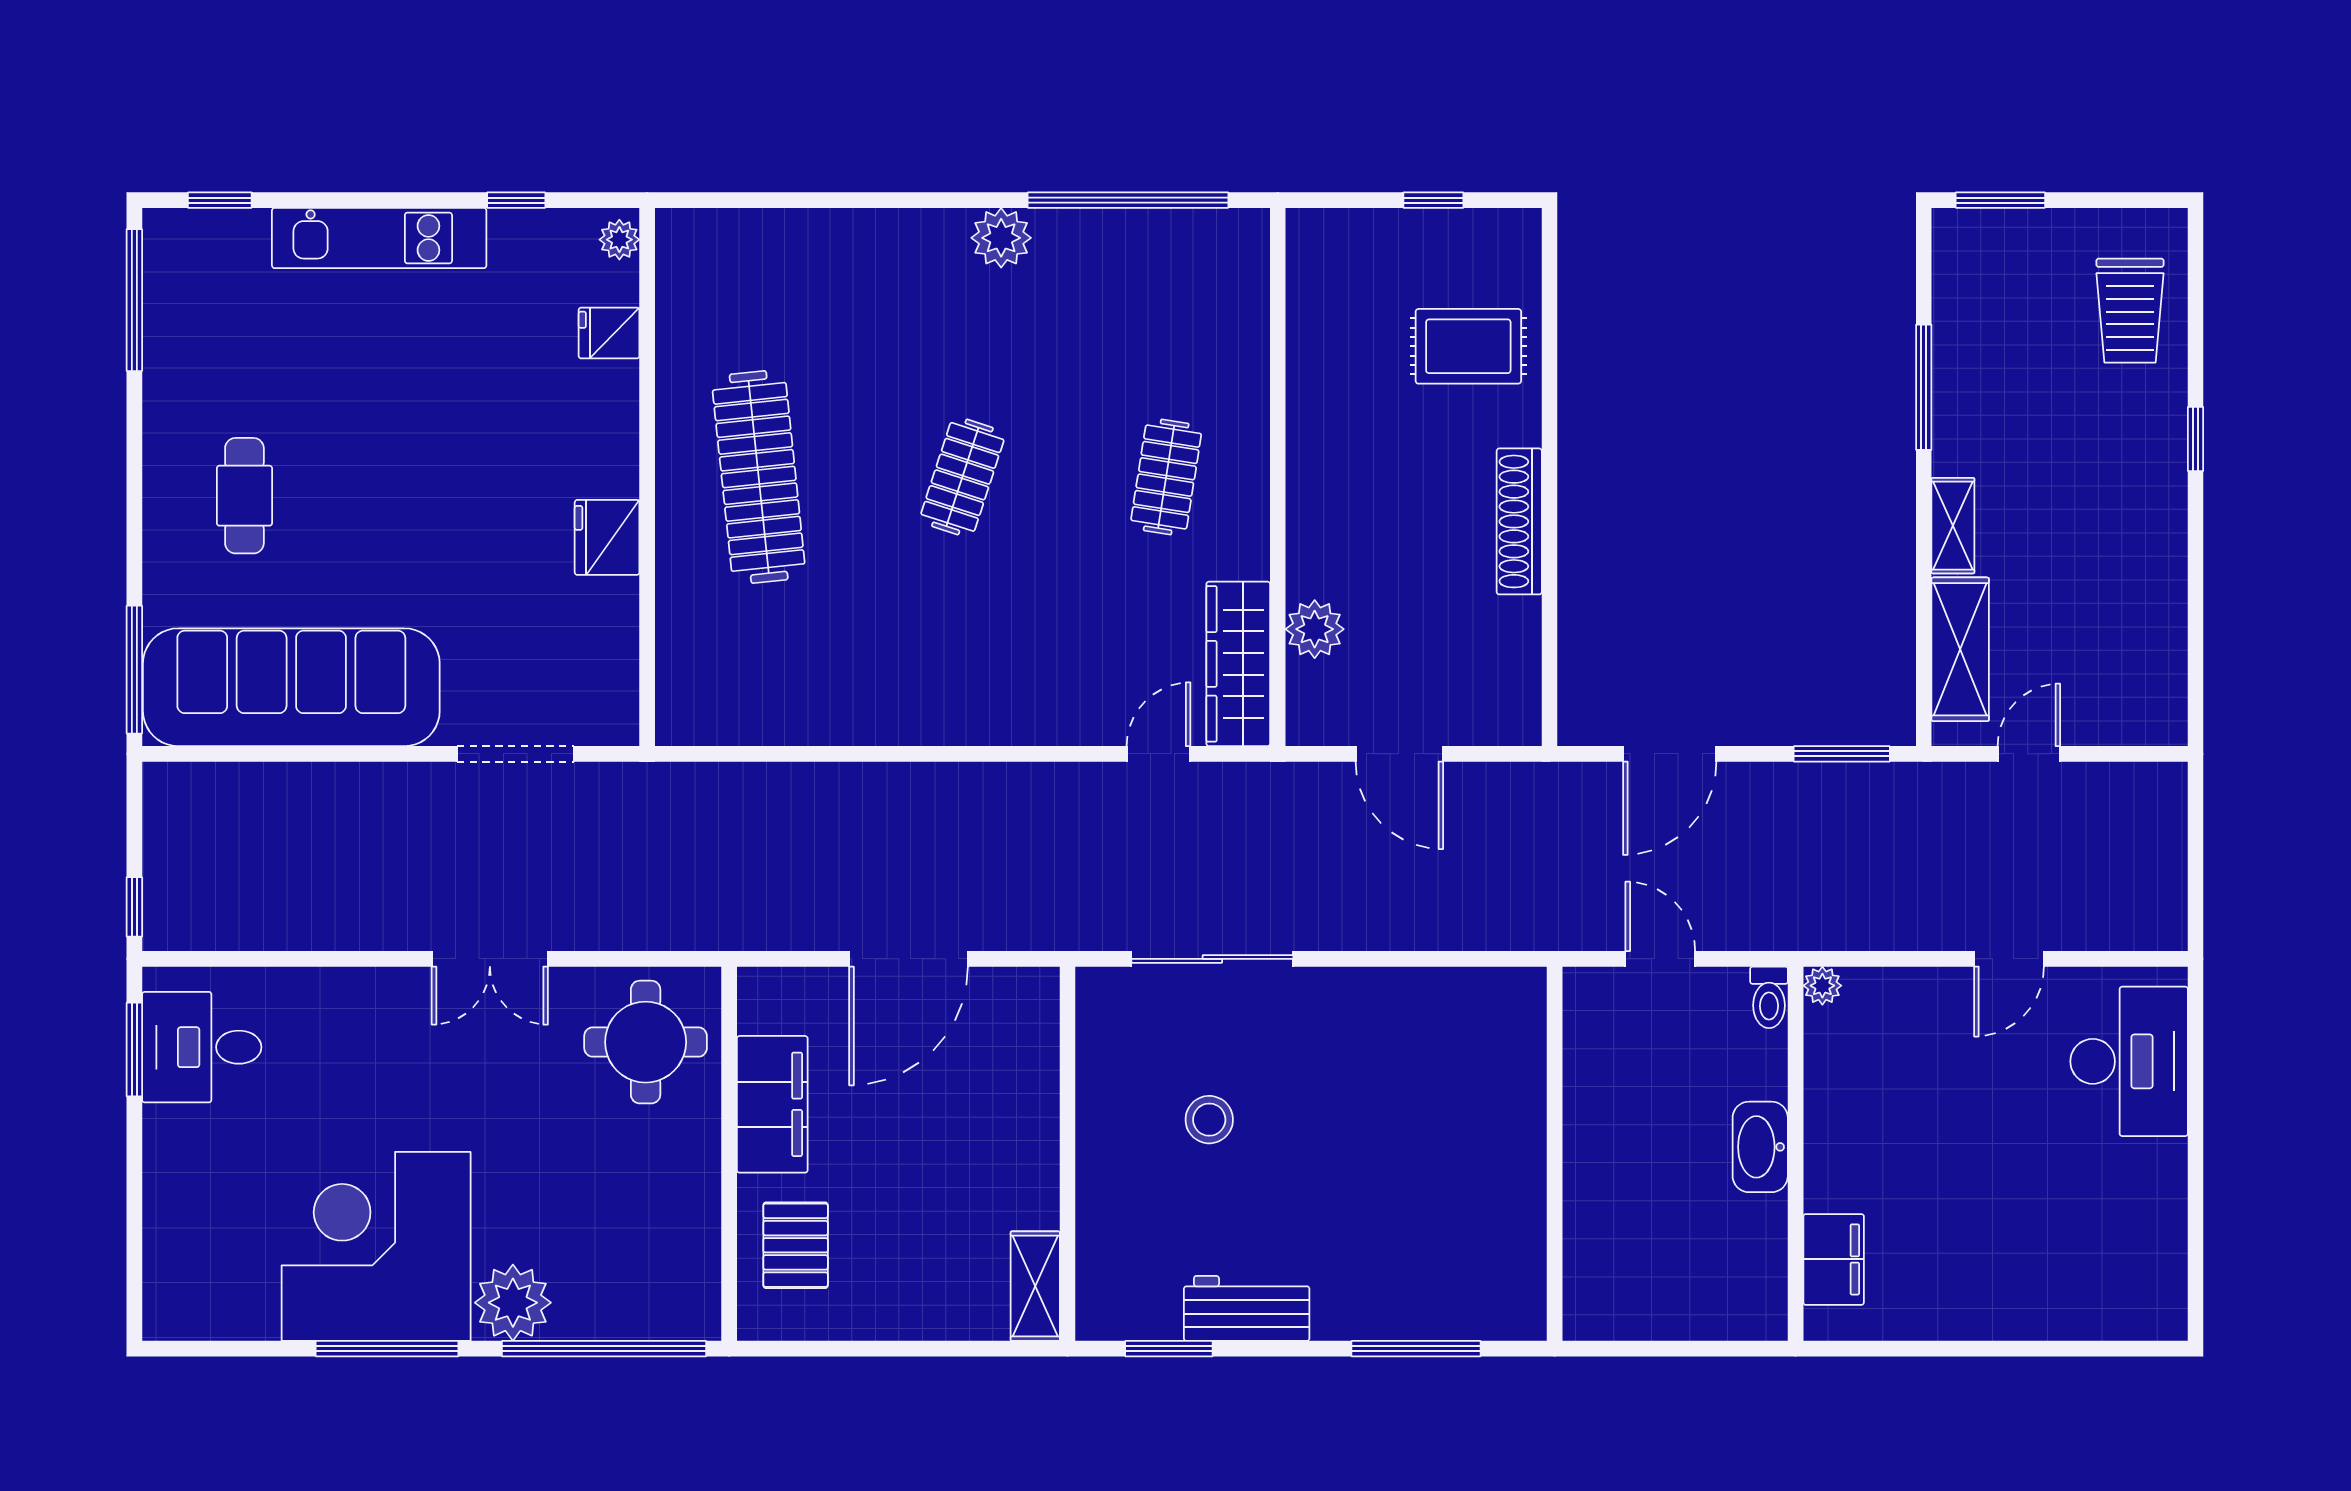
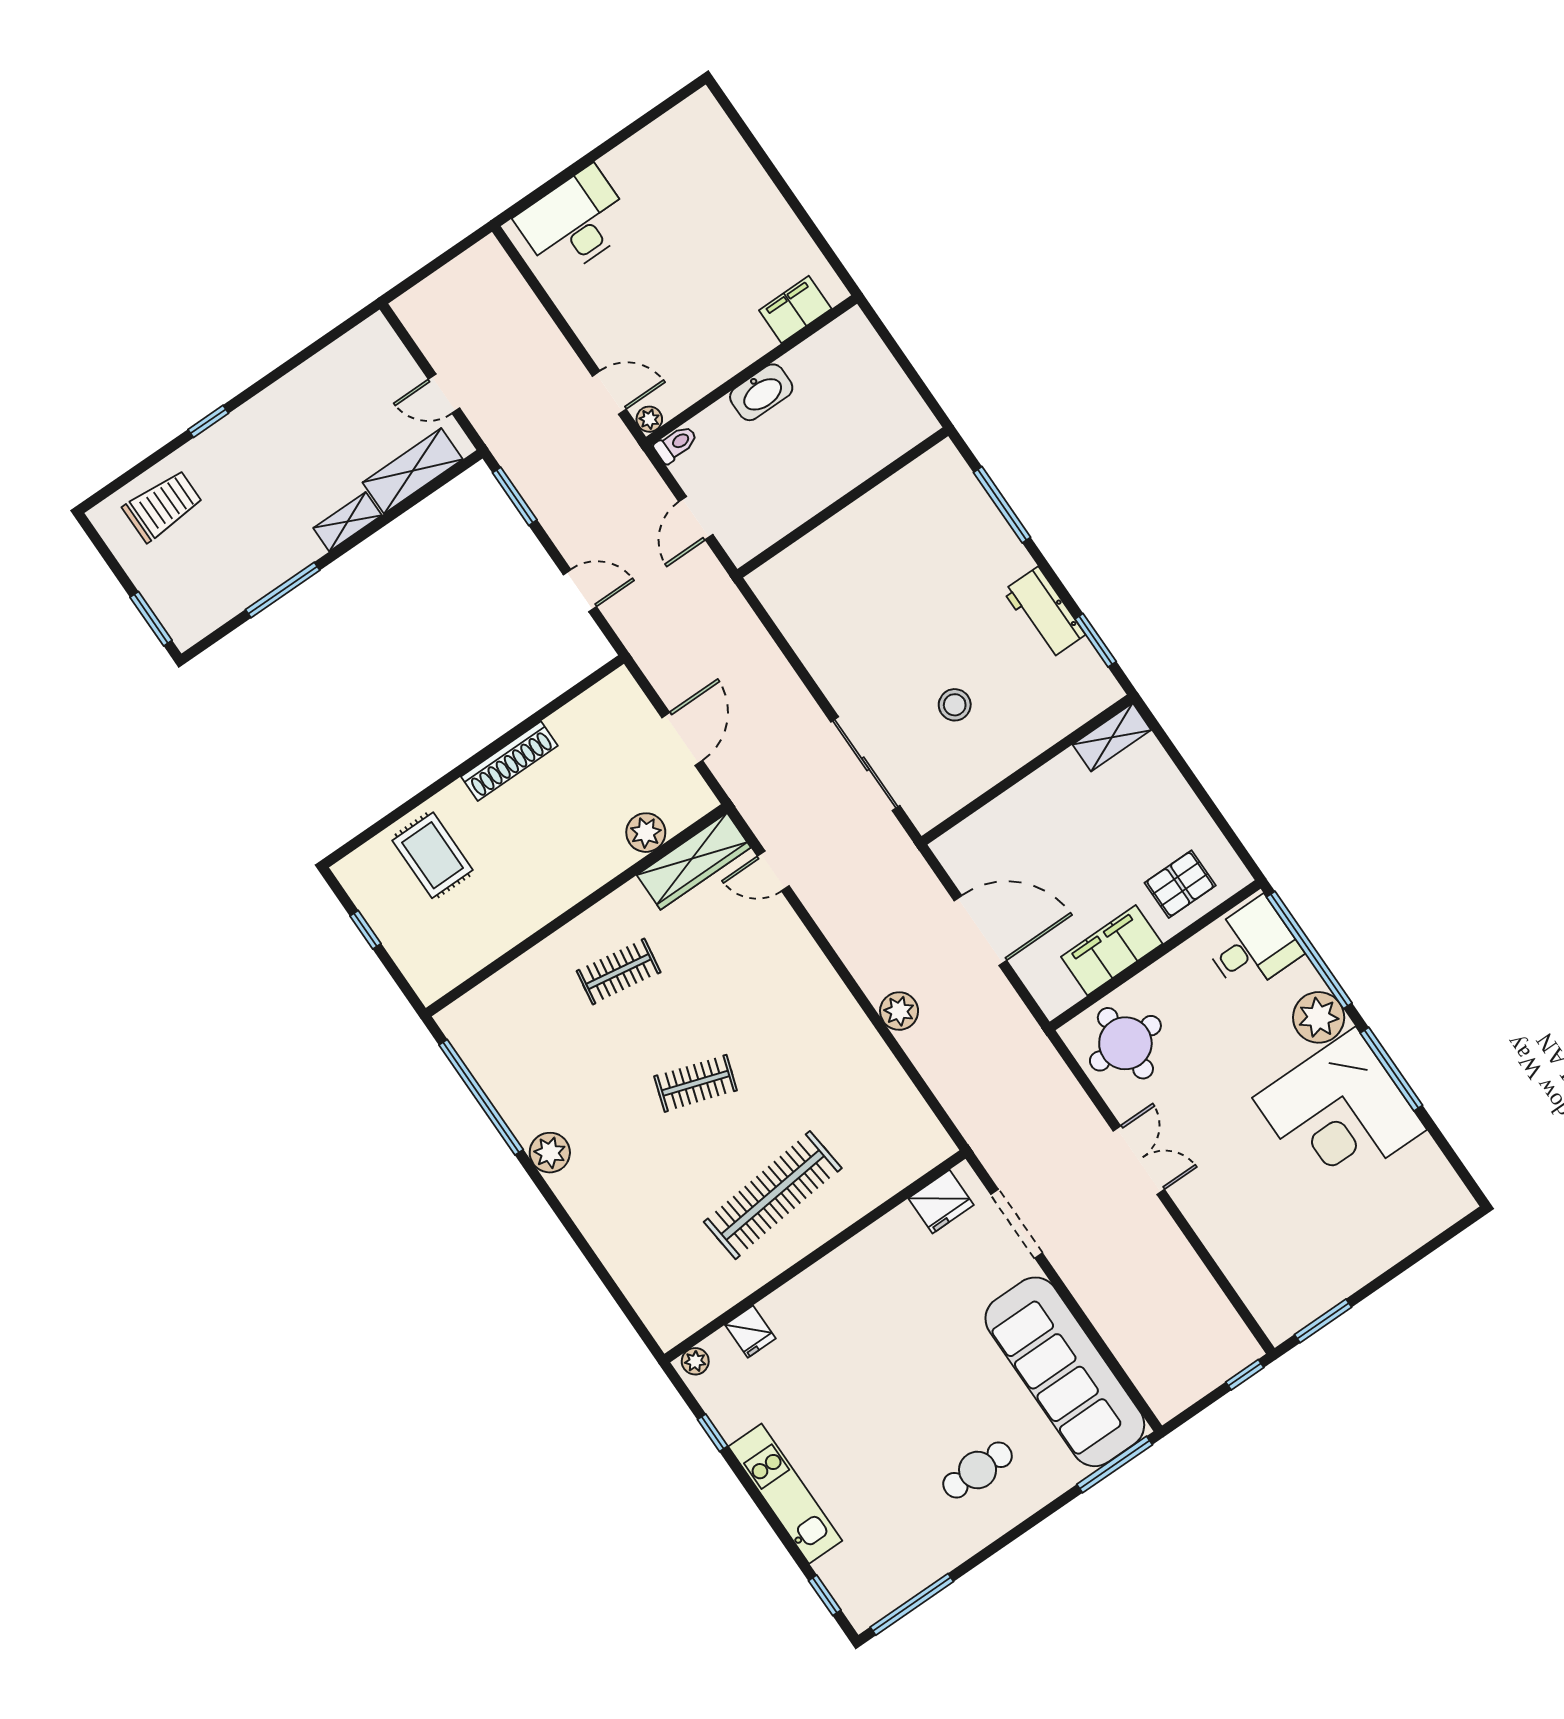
fridge: (607, 537) -> (941, 1202), moved
door: (1670, 754) -> (580, 591), width x0.73
plant: (878, 790) -> (899, 1011), added
door: (2009, 959) -> (609, 393), moved
desk: (202, 1047) -> (1252, 946), moved, turned -90

